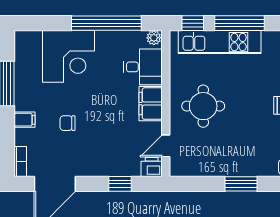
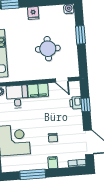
round table: (203, 106) -> (48, 49), moved
printer: (152, 167) -> (76, 103), moved

